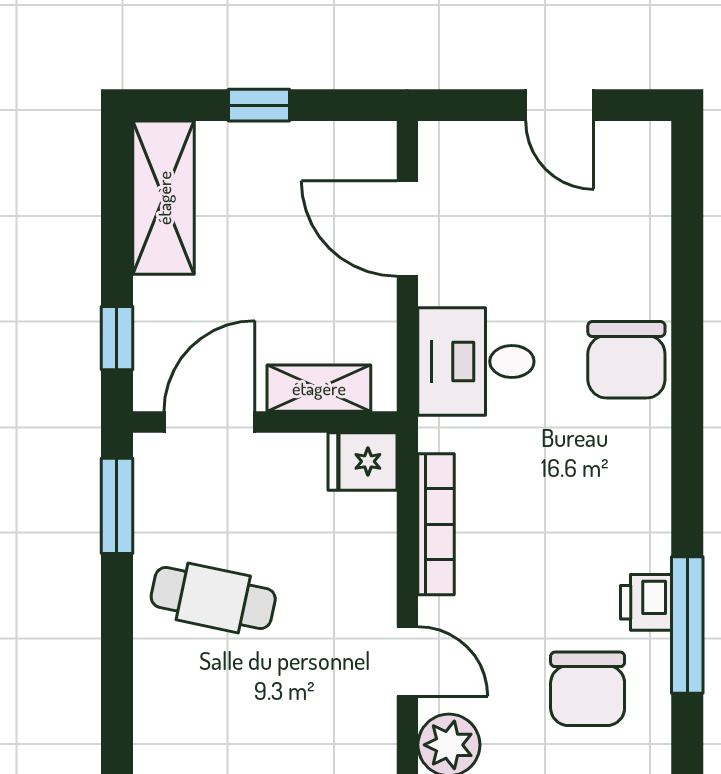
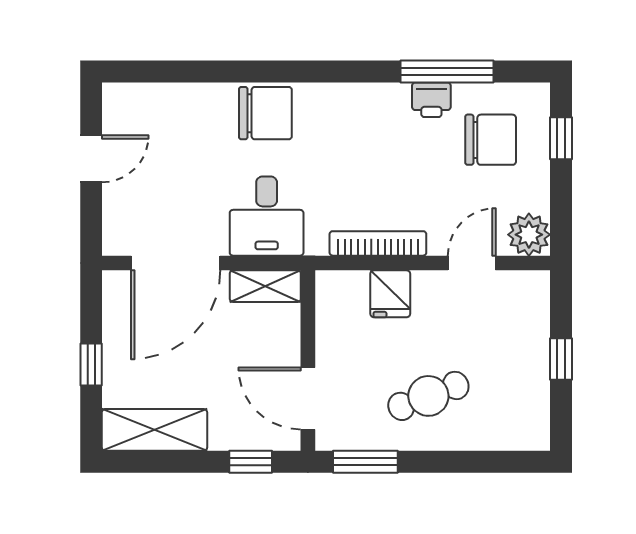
door: (407, 229) -> (176, 263), width x1.36
shelving: (319, 388) -> (265, 286), moved, turned 90
fridge: (362, 461) -> (390, 294), moved
cafe table: (213, 598) -> (428, 396), turned 57

